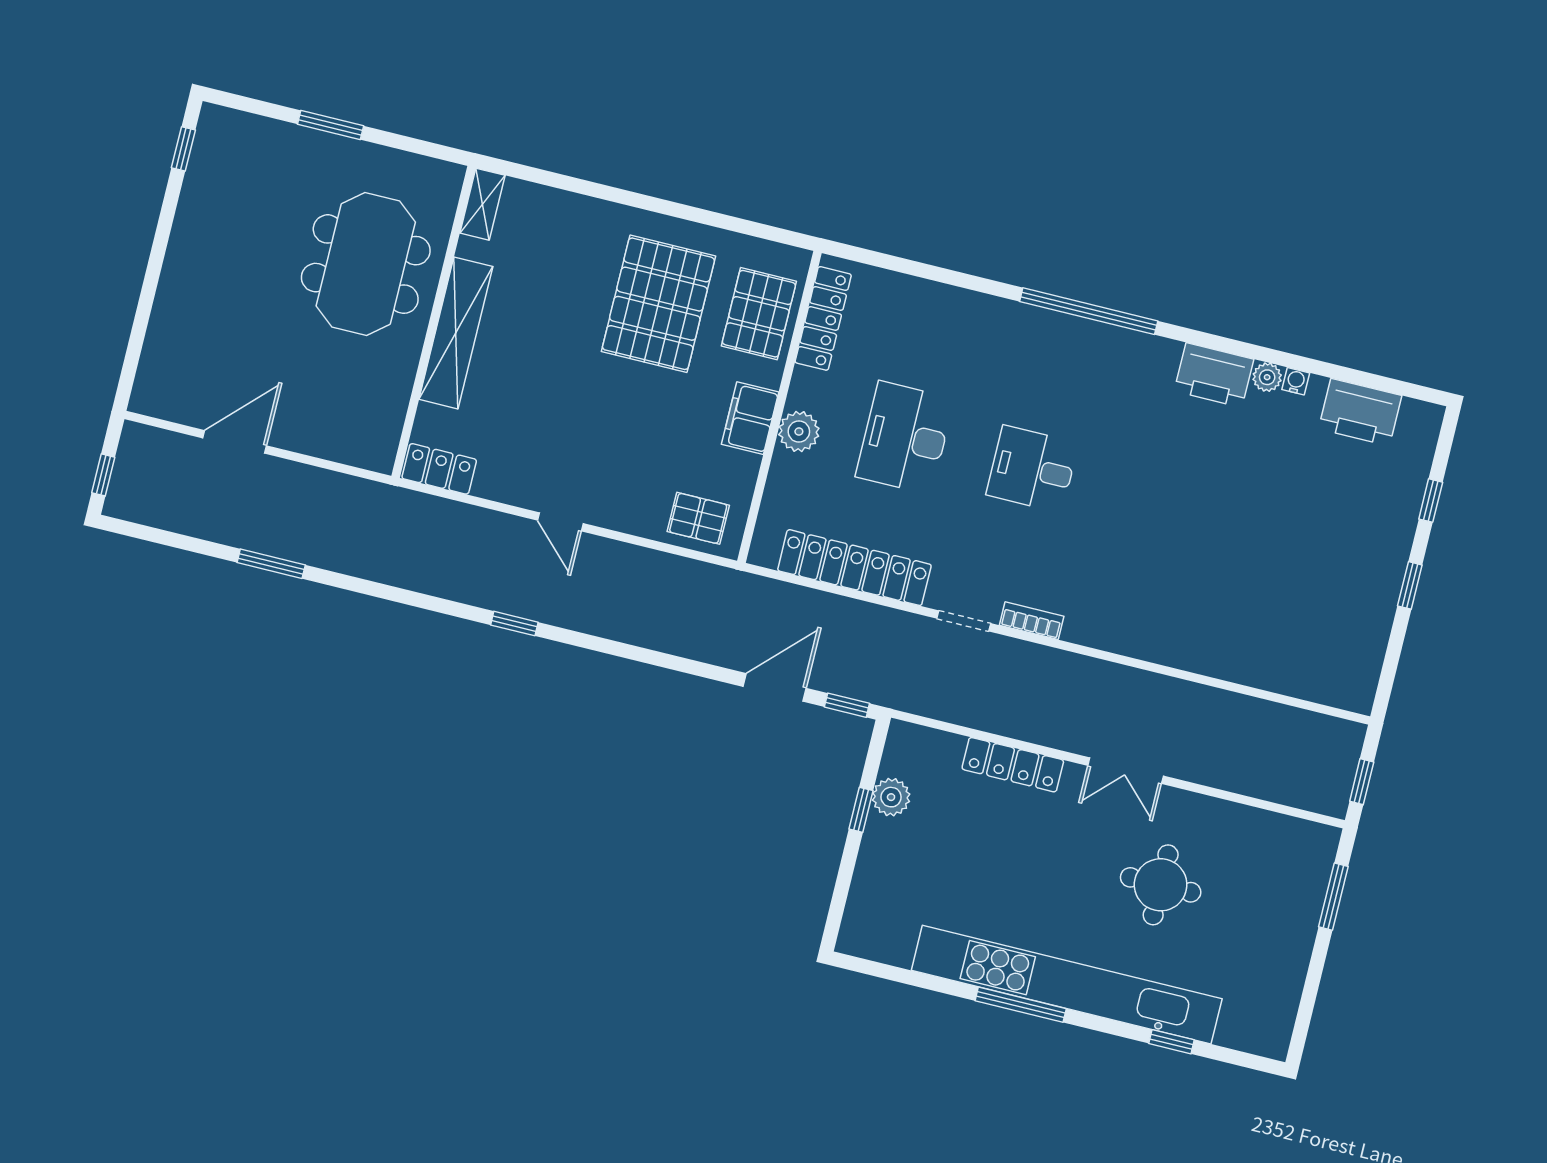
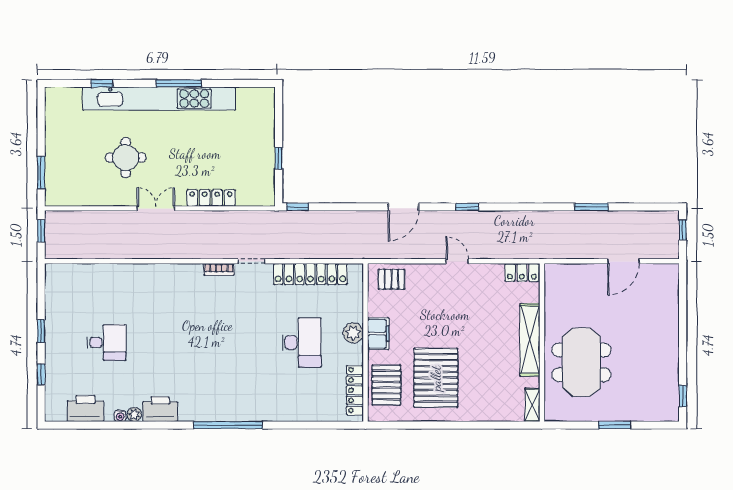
desk: (1032, 469) -> (106, 342), moved
door: (775, 687) -> (403, 207), moved
plant: (891, 797) -> (266, 168), removed

